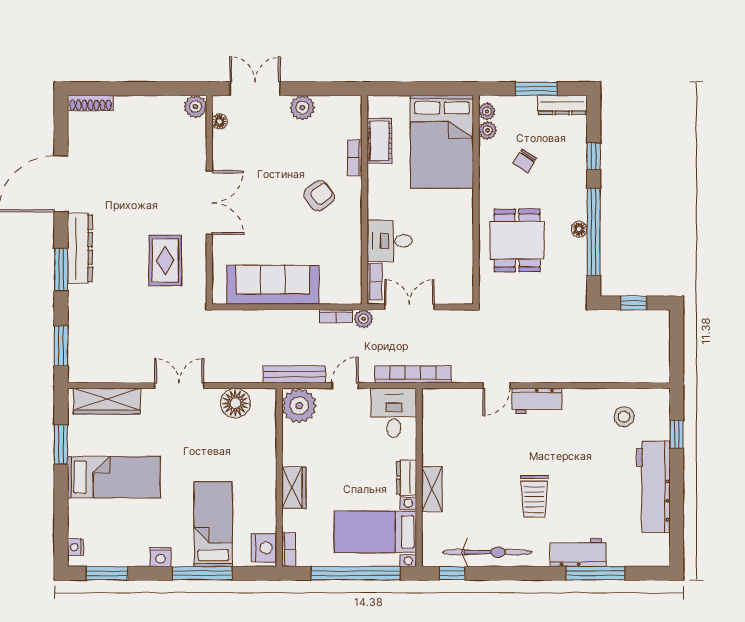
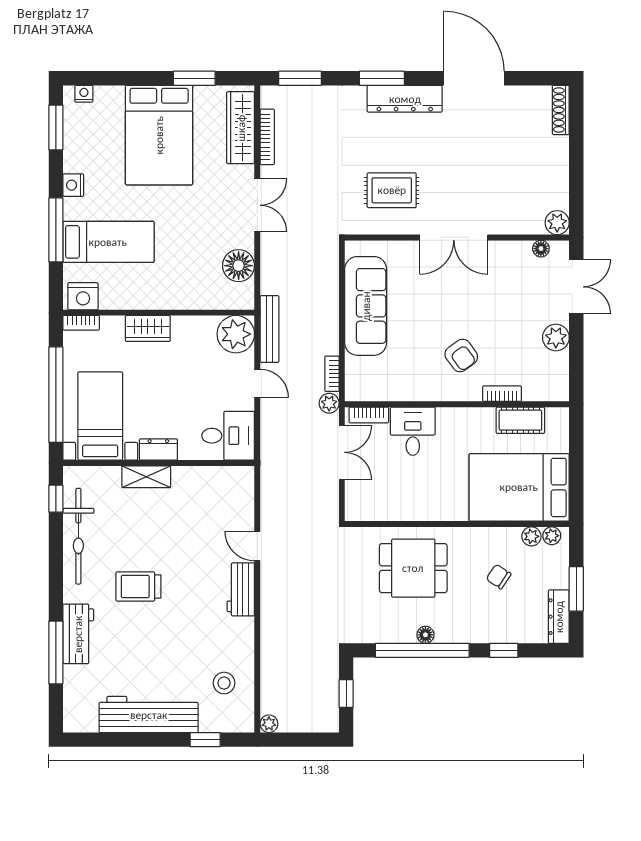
bookcase: (413, 374) -> (267, 137), moved, width x0.68, depth x0.76
plant: (662, 375) -> (269, 724), added
bed: (114, 477) -> (159, 135), width x1.50

